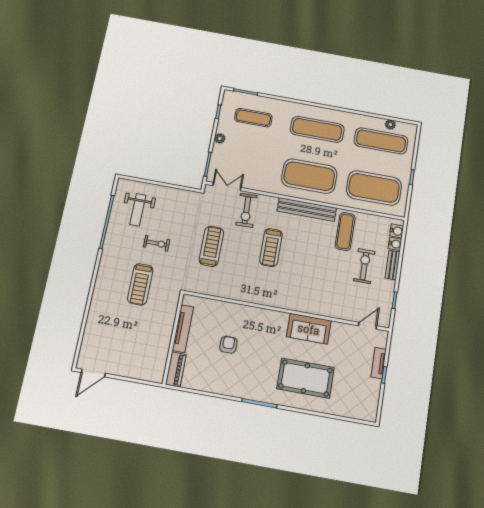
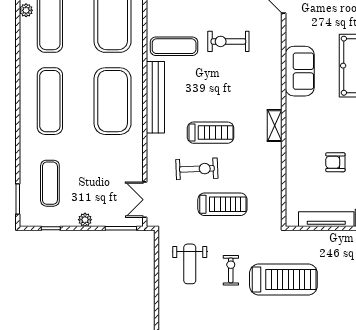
weight bench: (138, 210) -> (190, 264), moved, turned 90
exercise bike: (246, 210) -> (197, 169), moved
treadmill: (211, 246) -> (222, 204), turned 180
exercise bike: (364, 266) -> (228, 41), moved
treadmill: (140, 284) -> (283, 279), width x1.37, depth x1.38
shelving: (268, 300) -> (275, 126), added

